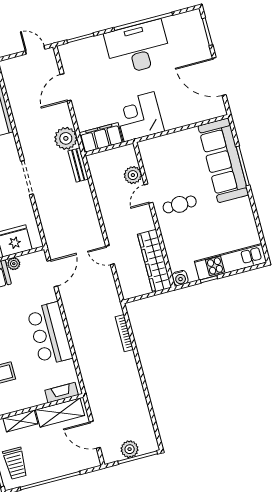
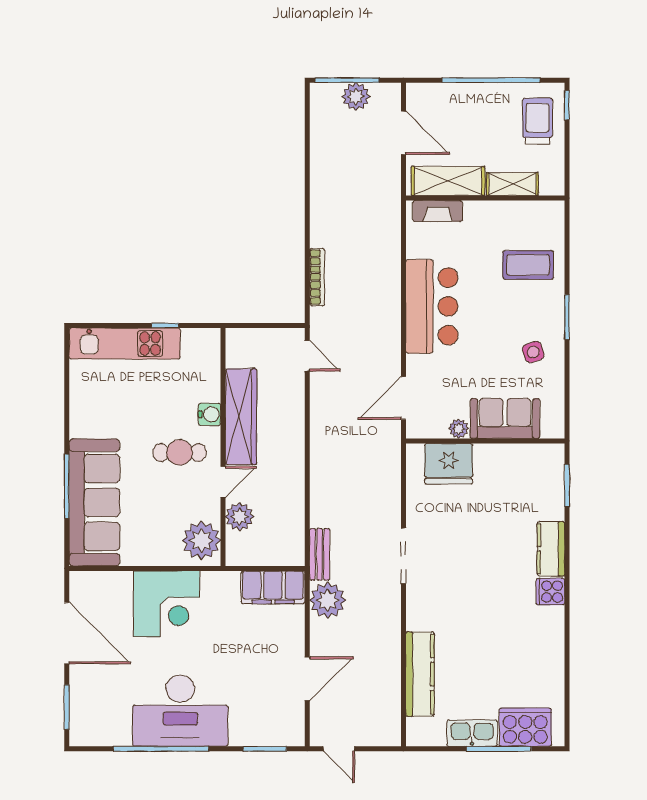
corner desk: (139, 117) -> (167, 604), moved
plant: (152, 154) -> (201, 540), added
door: (110, 255) -> (307, 356), moved
wardrobe: (155, 261) -> (241, 417), moved
water cooler: (180, 278) -> (210, 414), moved, turned 90

